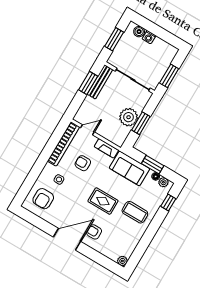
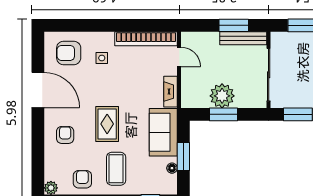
armchair: (83, 163) -> (82, 179), moved
plant: (163, 182) -> (171, 181), removed
door: (67, 239) -> (38, 90), moved

